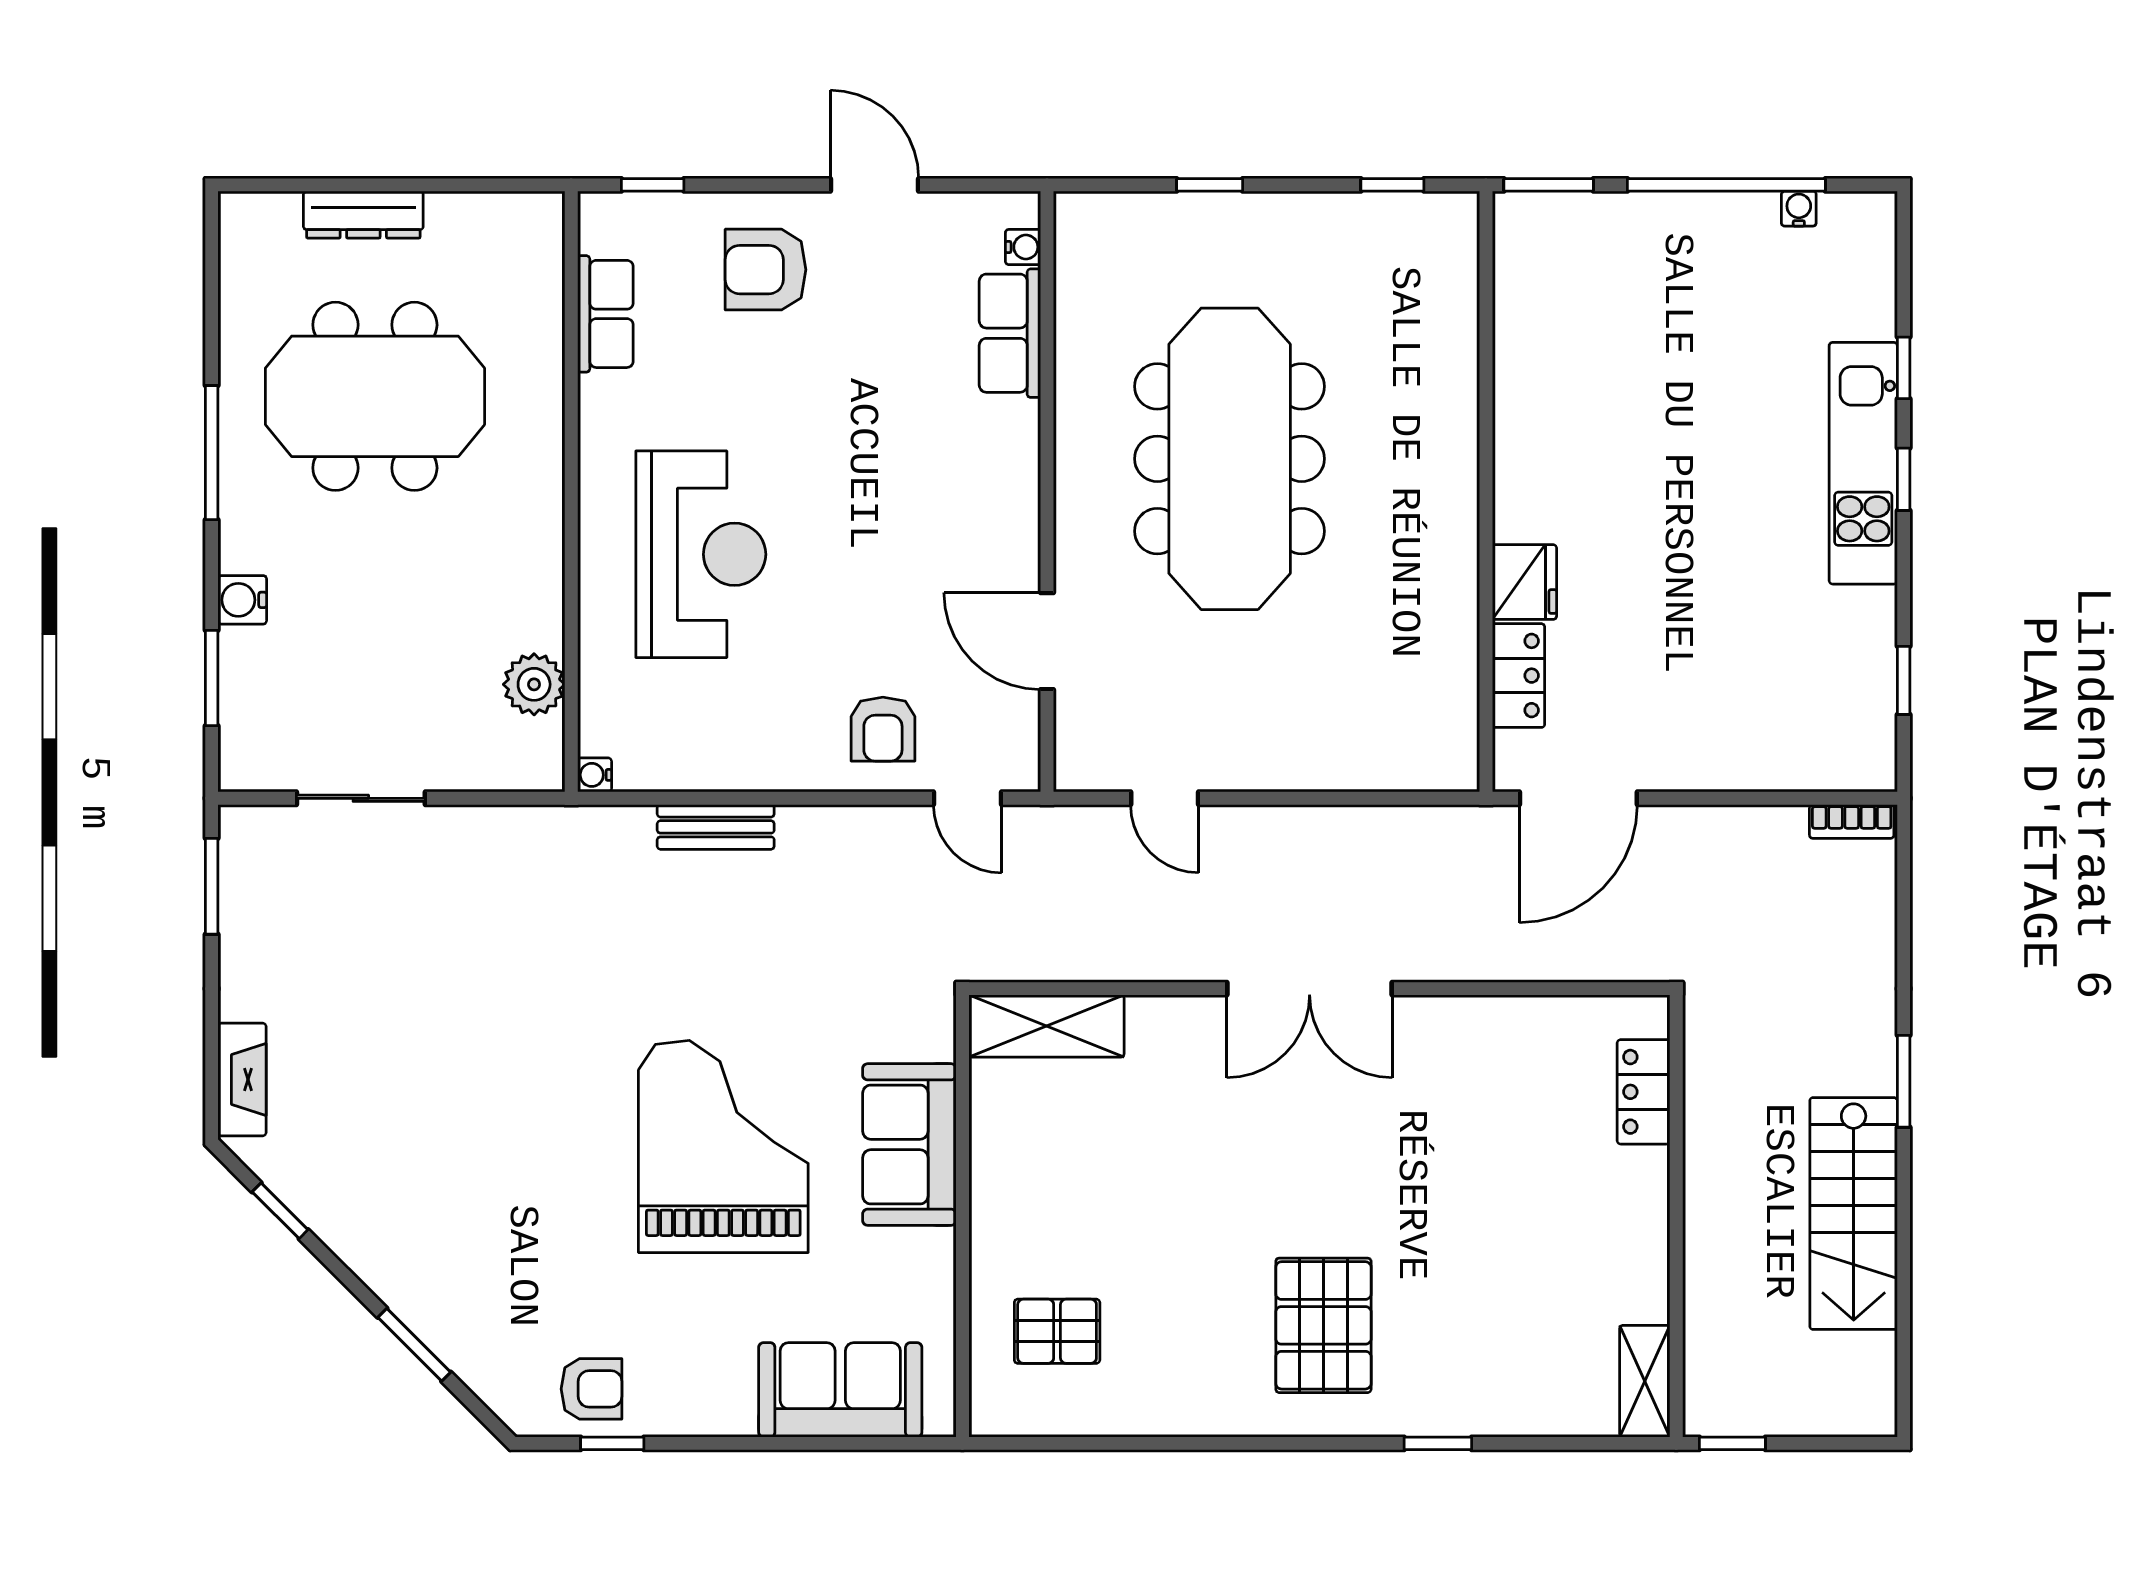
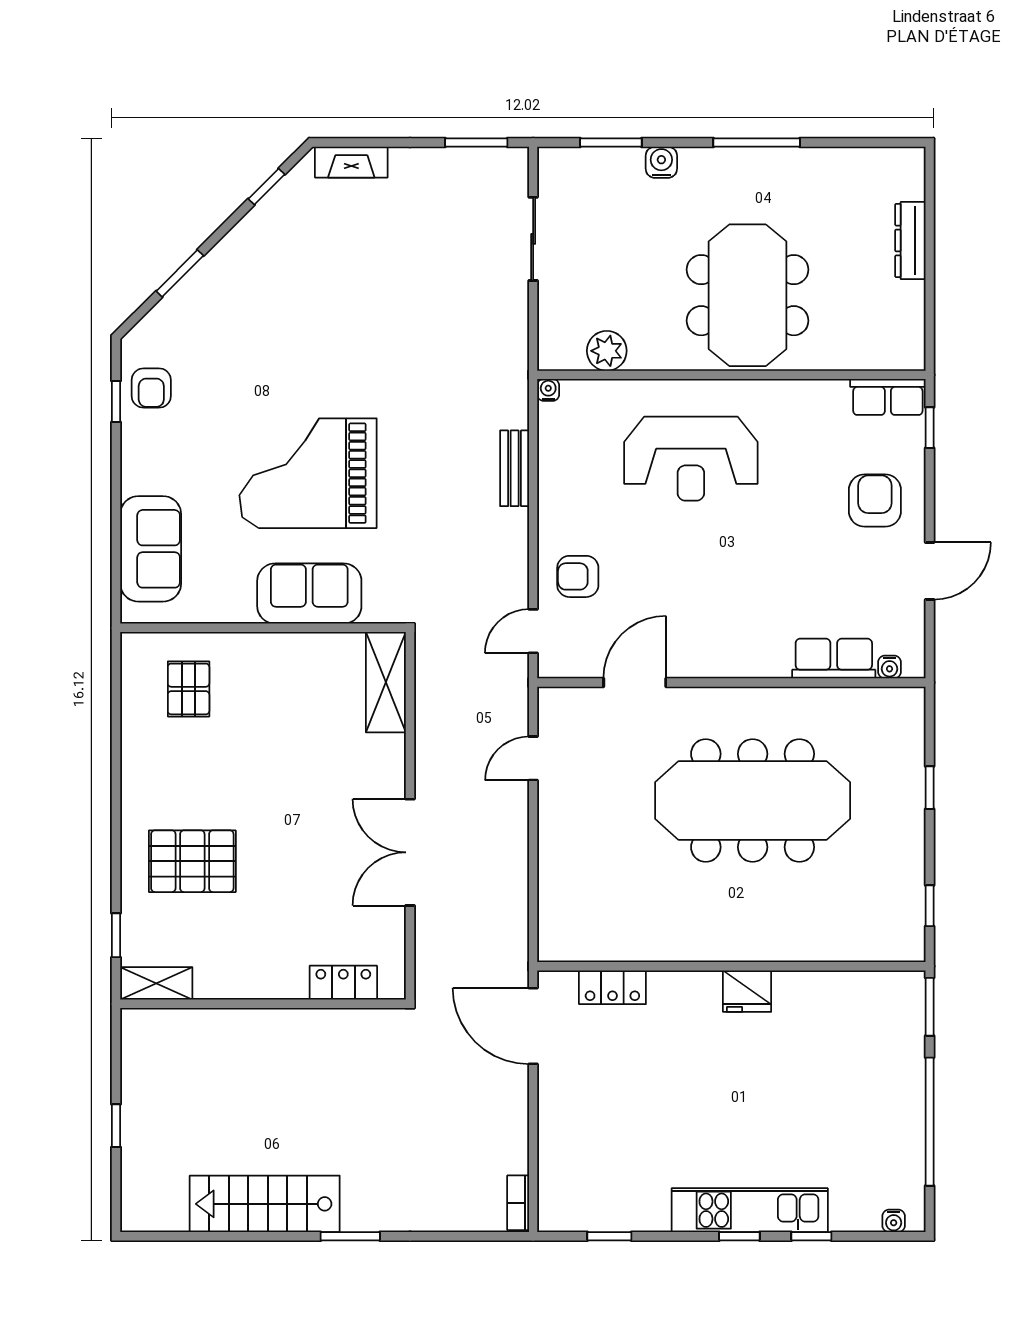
water cooler: (1799, 209) -> (894, 1221), moved, turned 90
row of seats: (605, 314) -> (888, 397), moved
meeting table: (375, 396) -> (748, 295), moved
fridge: (1524, 582) -> (747, 991), moved
locker: (1644, 1092) -> (343, 983), moved
grand piano: (723, 1146) -> (308, 473), turned 180
wall: (1676, 1216) -> (263, 1004), moved
shelving: (1645, 1381) -> (156, 983), moved

